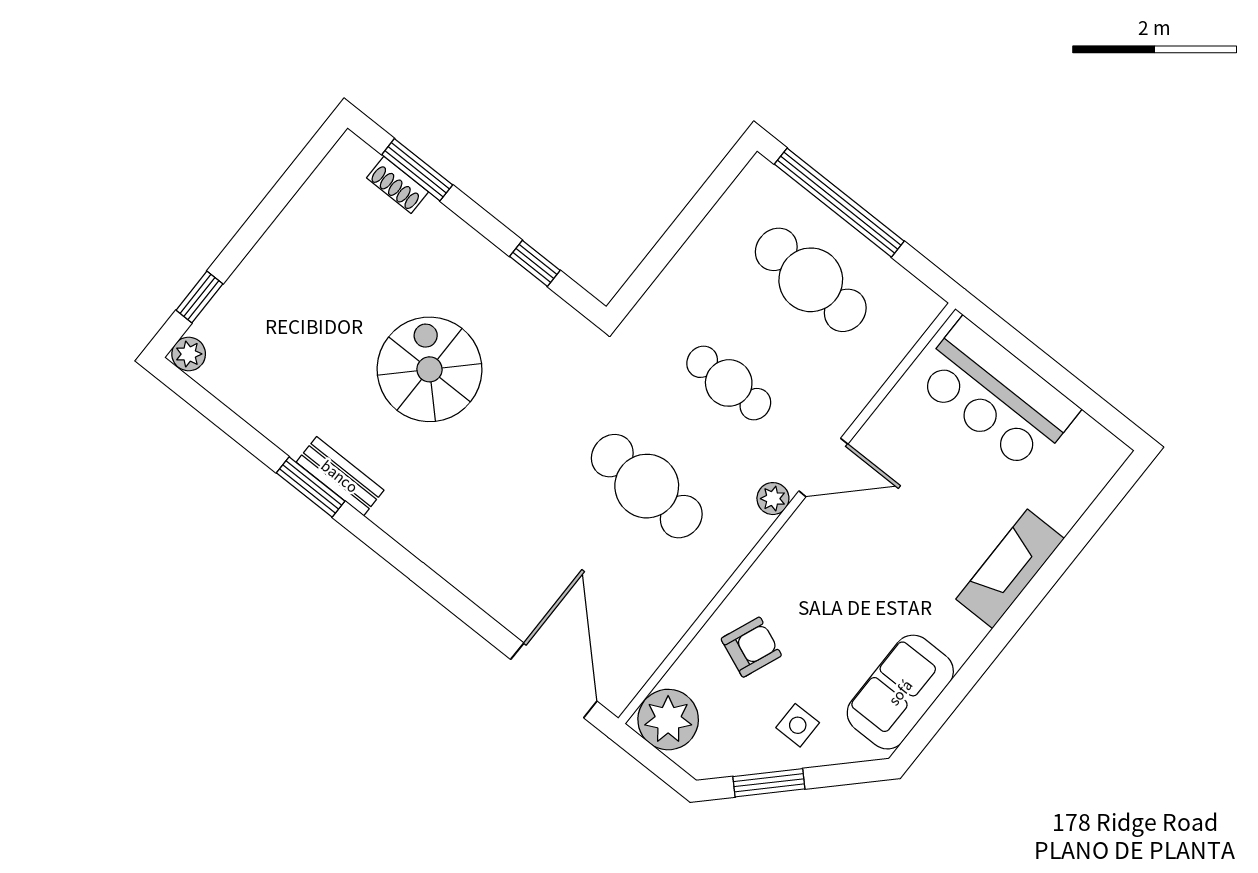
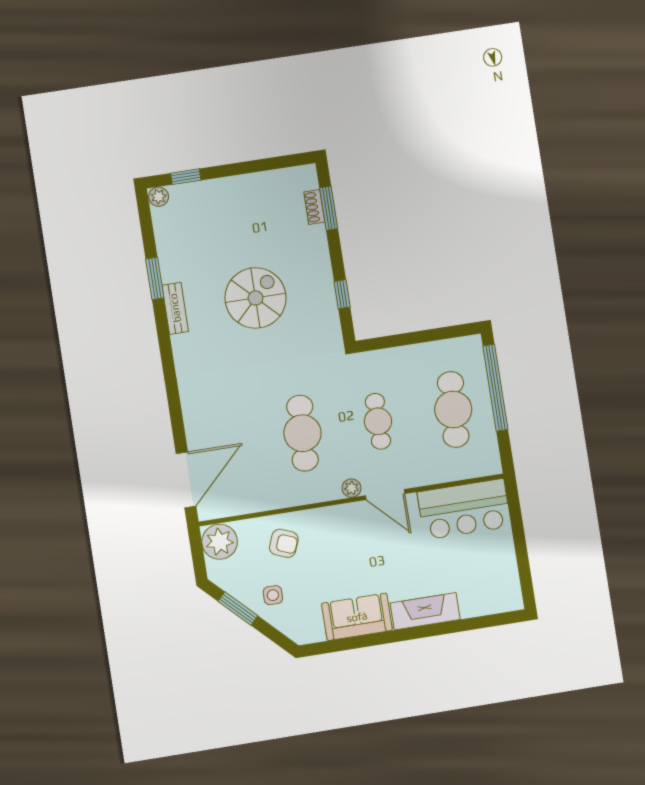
bar counter: (996, 395) -> (464, 509), moved, turned -90
window: (311, 487) -> (155, 278), moved
sofa: (900, 692) -> (357, 617), moved

